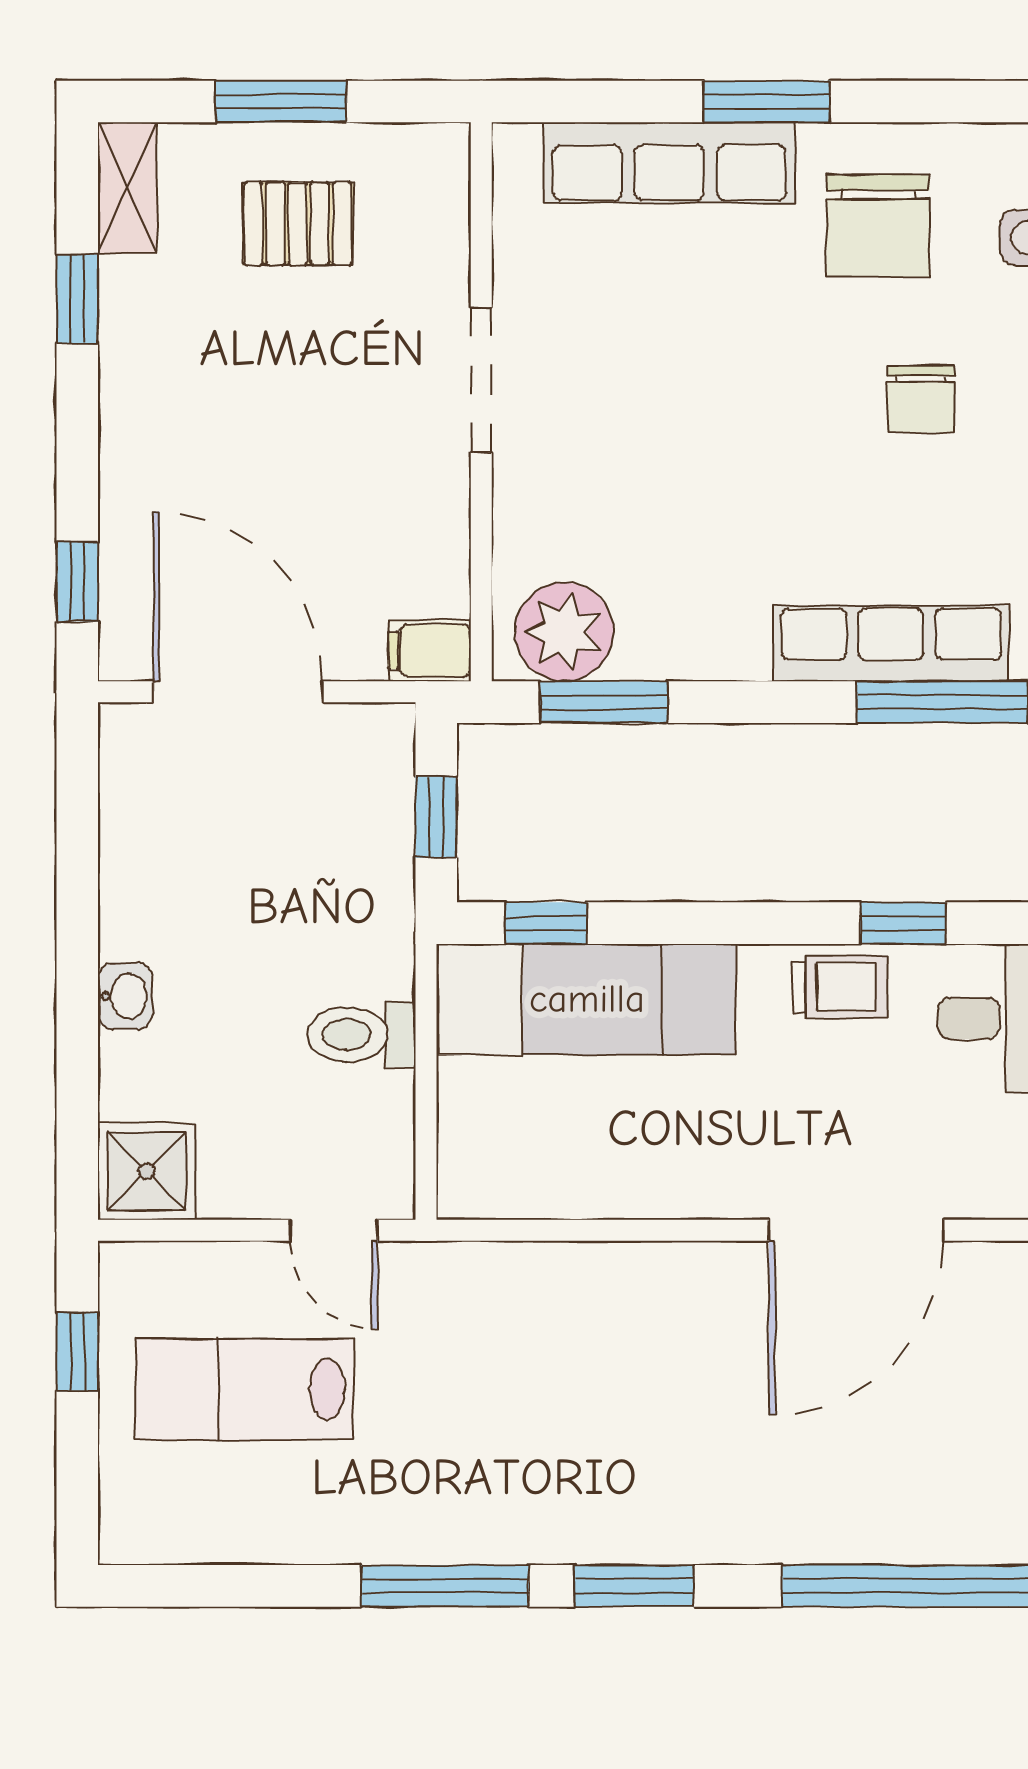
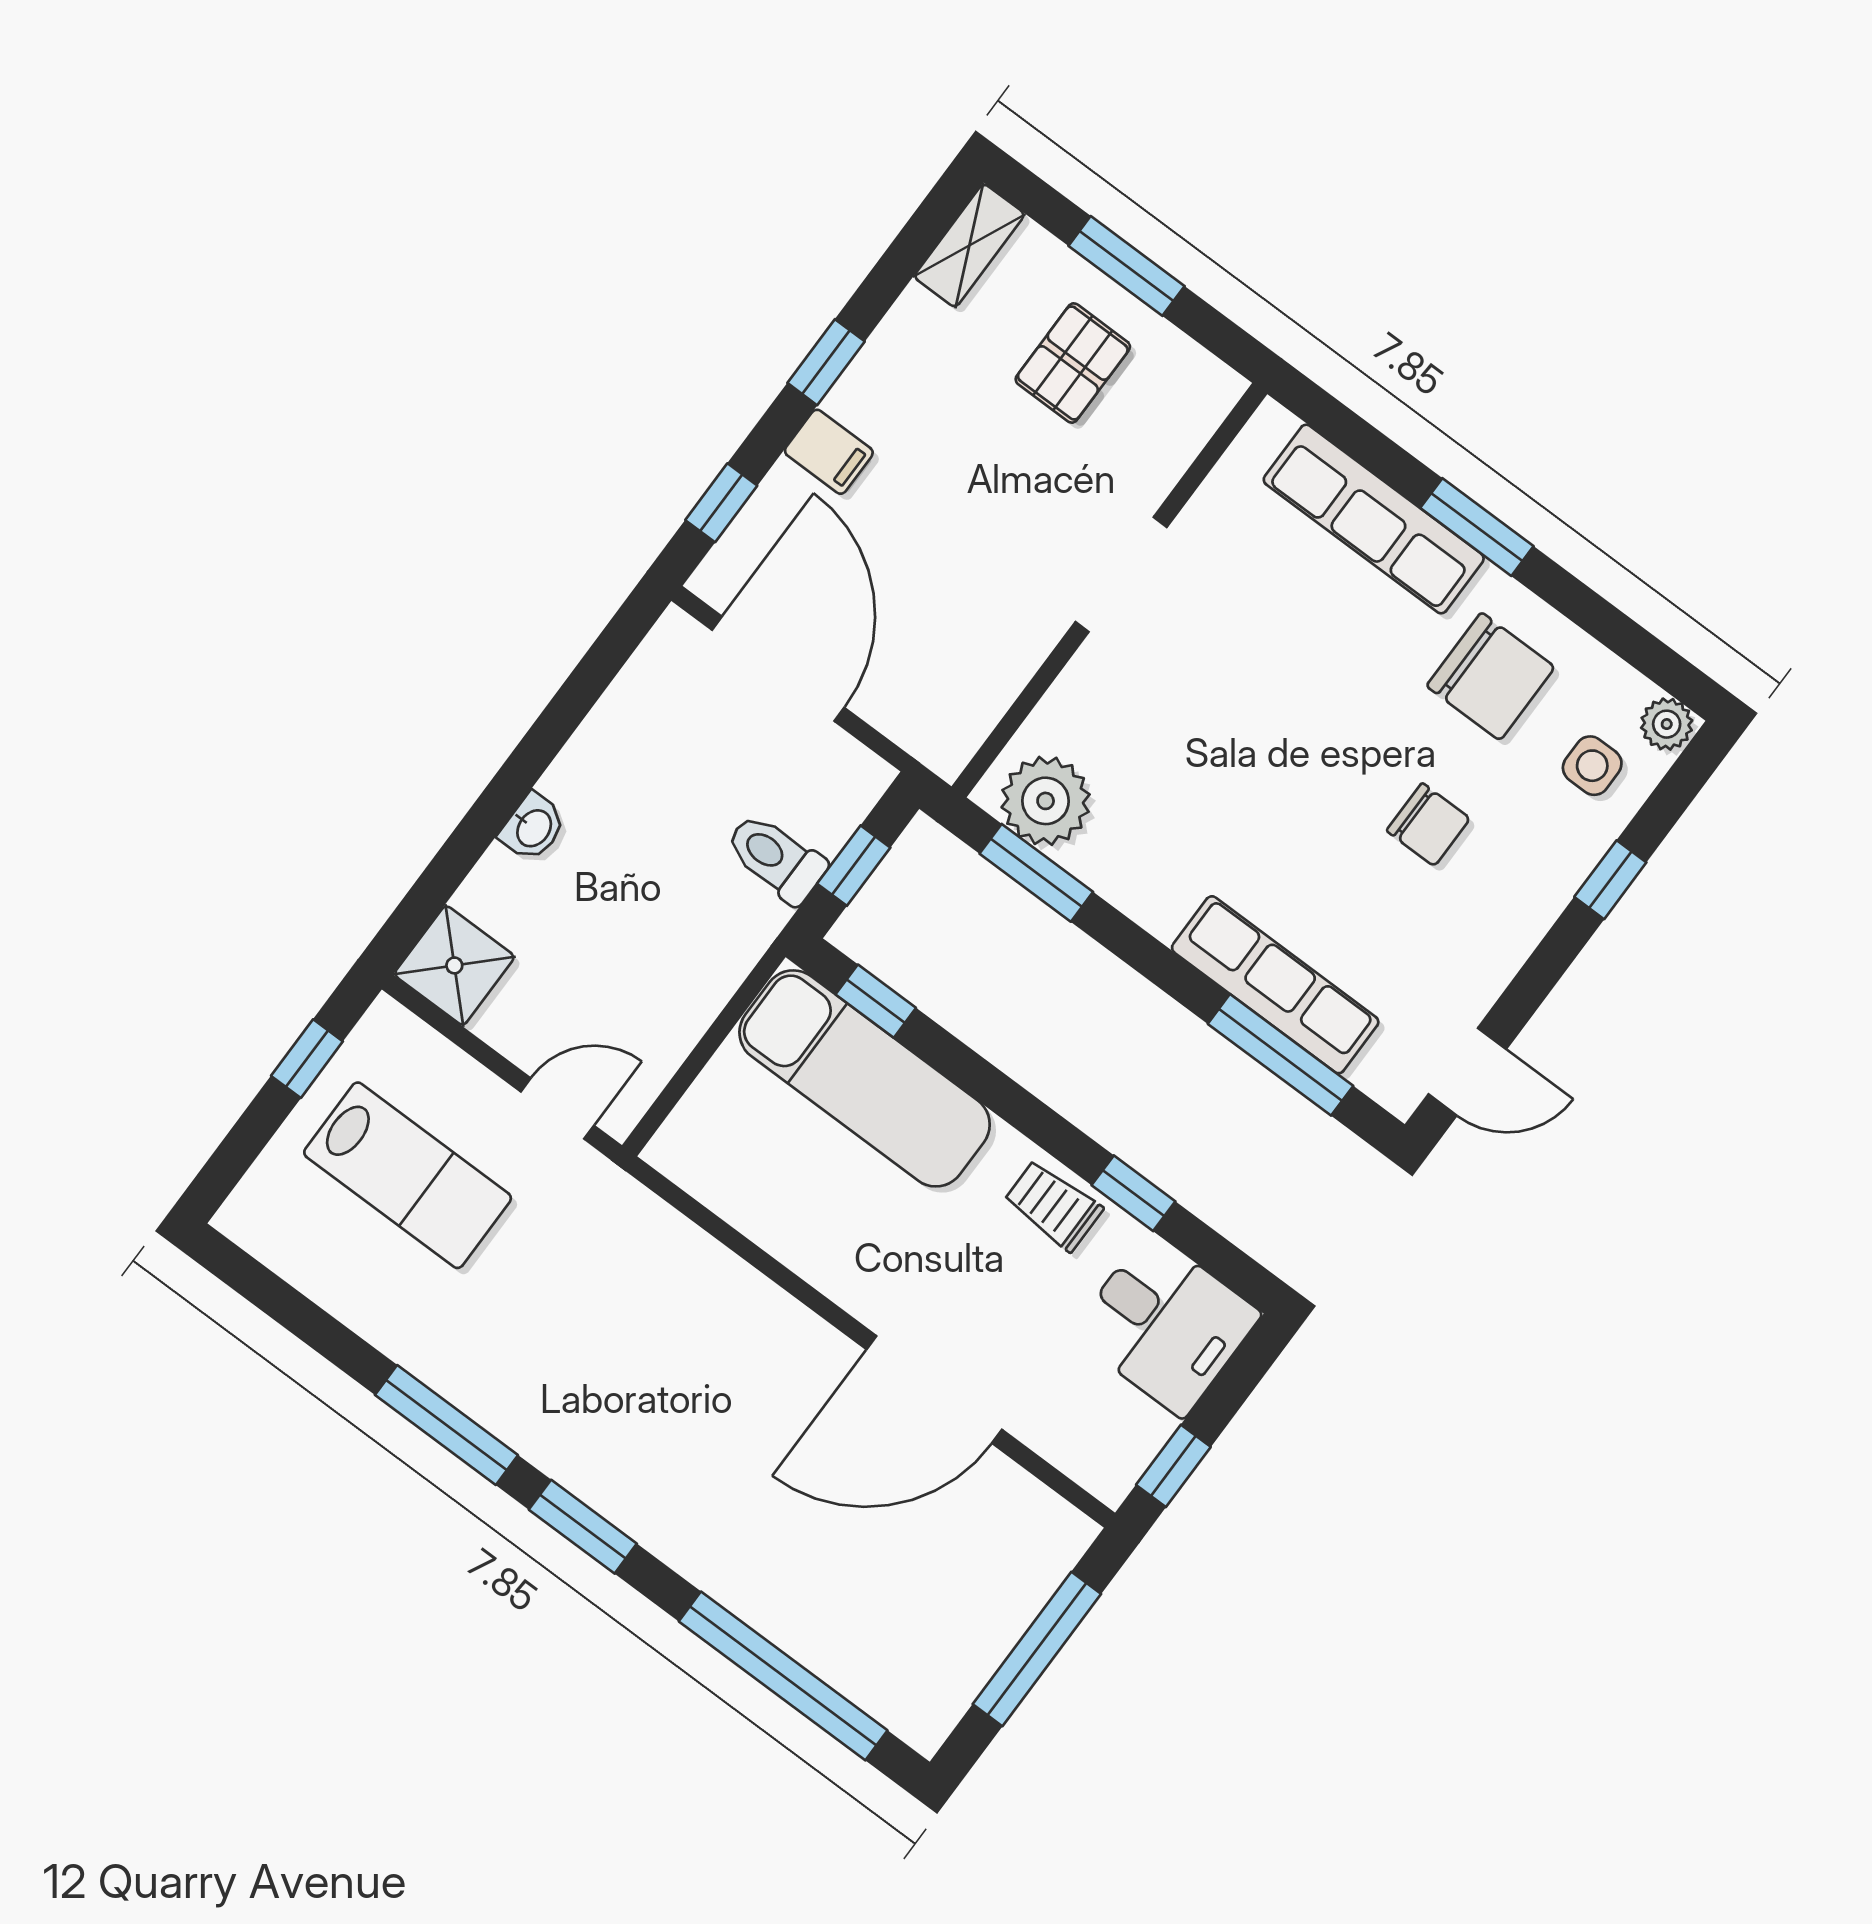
pallet: (298, 224) -> (1073, 363), turned 90
chair: (878, 225) -> (1491, 676), turned -90
window: (77, 299) -> (826, 362), moved
chair: (921, 399) -> (1428, 825), turned -90
filing cabinet: (430, 651) -> (829, 452), moved, turned 180
trolley: (840, 987) -> (1053, 1205), turned 180
toilet: (362, 1034) -> (776, 858), moved
door: (334, 1230) -> (557, 1109), swing flipped
lab bench: (244, 1389) -> (408, 1175), turned 180

